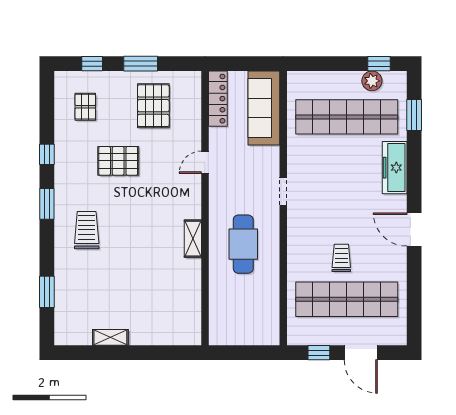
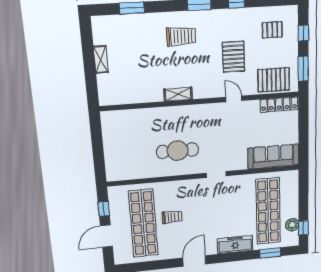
locker: (218, 99) -> (279, 105), moved
door: (205, 162) -> (234, 99), moved
wall: (205, 208) -> (201, 101), moved
shelving: (193, 239) -> (178, 94), moved

